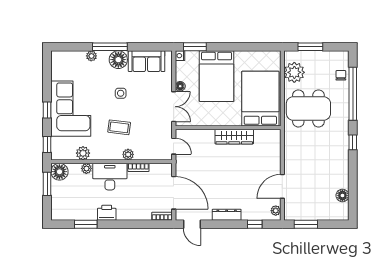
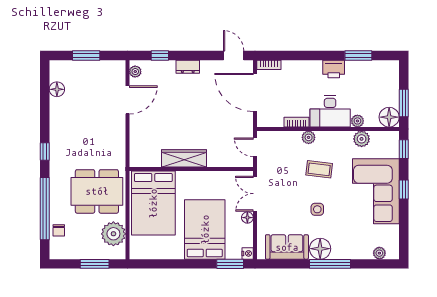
plant: (91, 56) -> (379, 253), moved
dresser: (227, 215) -> (188, 67), width x0.70
window: (306, 224) -> (86, 56), moved

